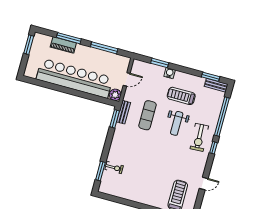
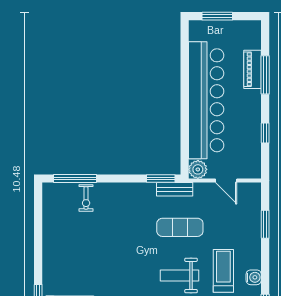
window: (29, 45) -> (217, 16), moved
window: (104, 48) -> (265, 133), width x0.46
water cooler: (170, 73) -> (254, 277), moved
window: (100, 171) -> (75, 179), width x1.44

